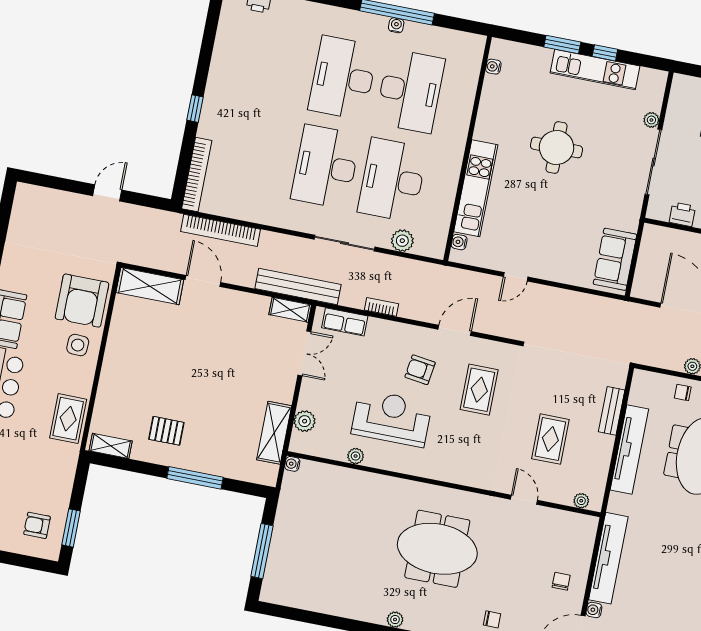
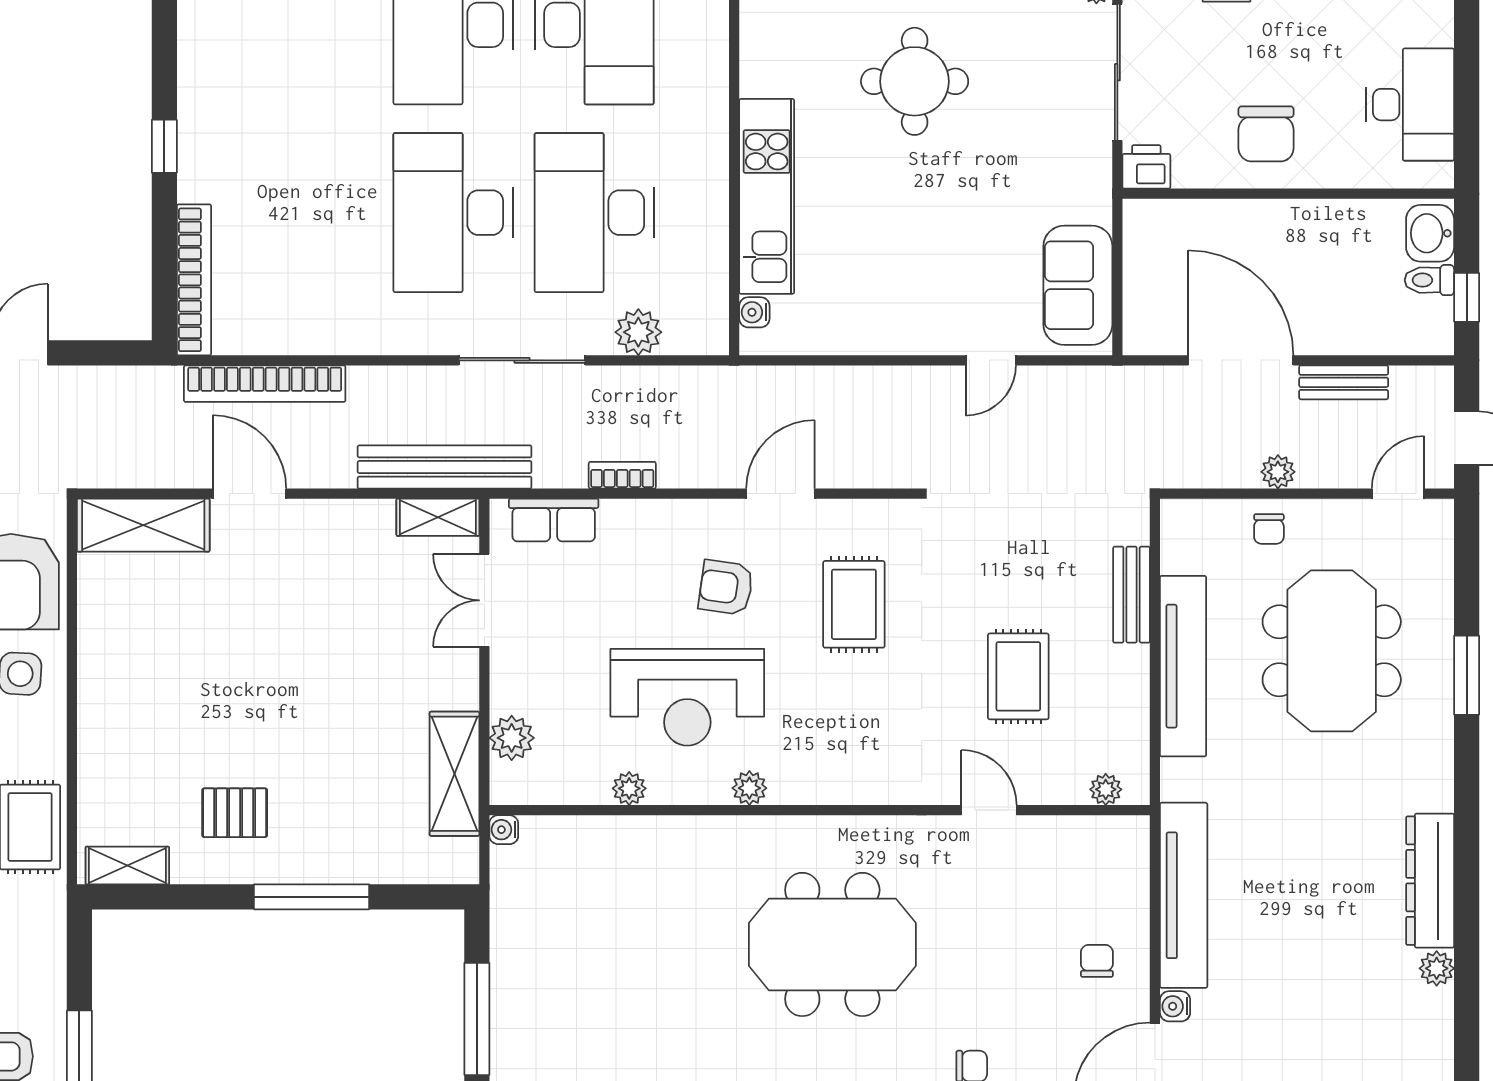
printer: (682, 214) -> (1146, 167), moved
door: (516, 277) -> (991, 360), moved
double door: (304, 353) -> (484, 600), swing flipped
chair: (683, 393) -> (1269, 529), turned -90
reception desk: (392, 418) -> (687, 697), turned 180
plant: (413, 467) -> (749, 788), added

